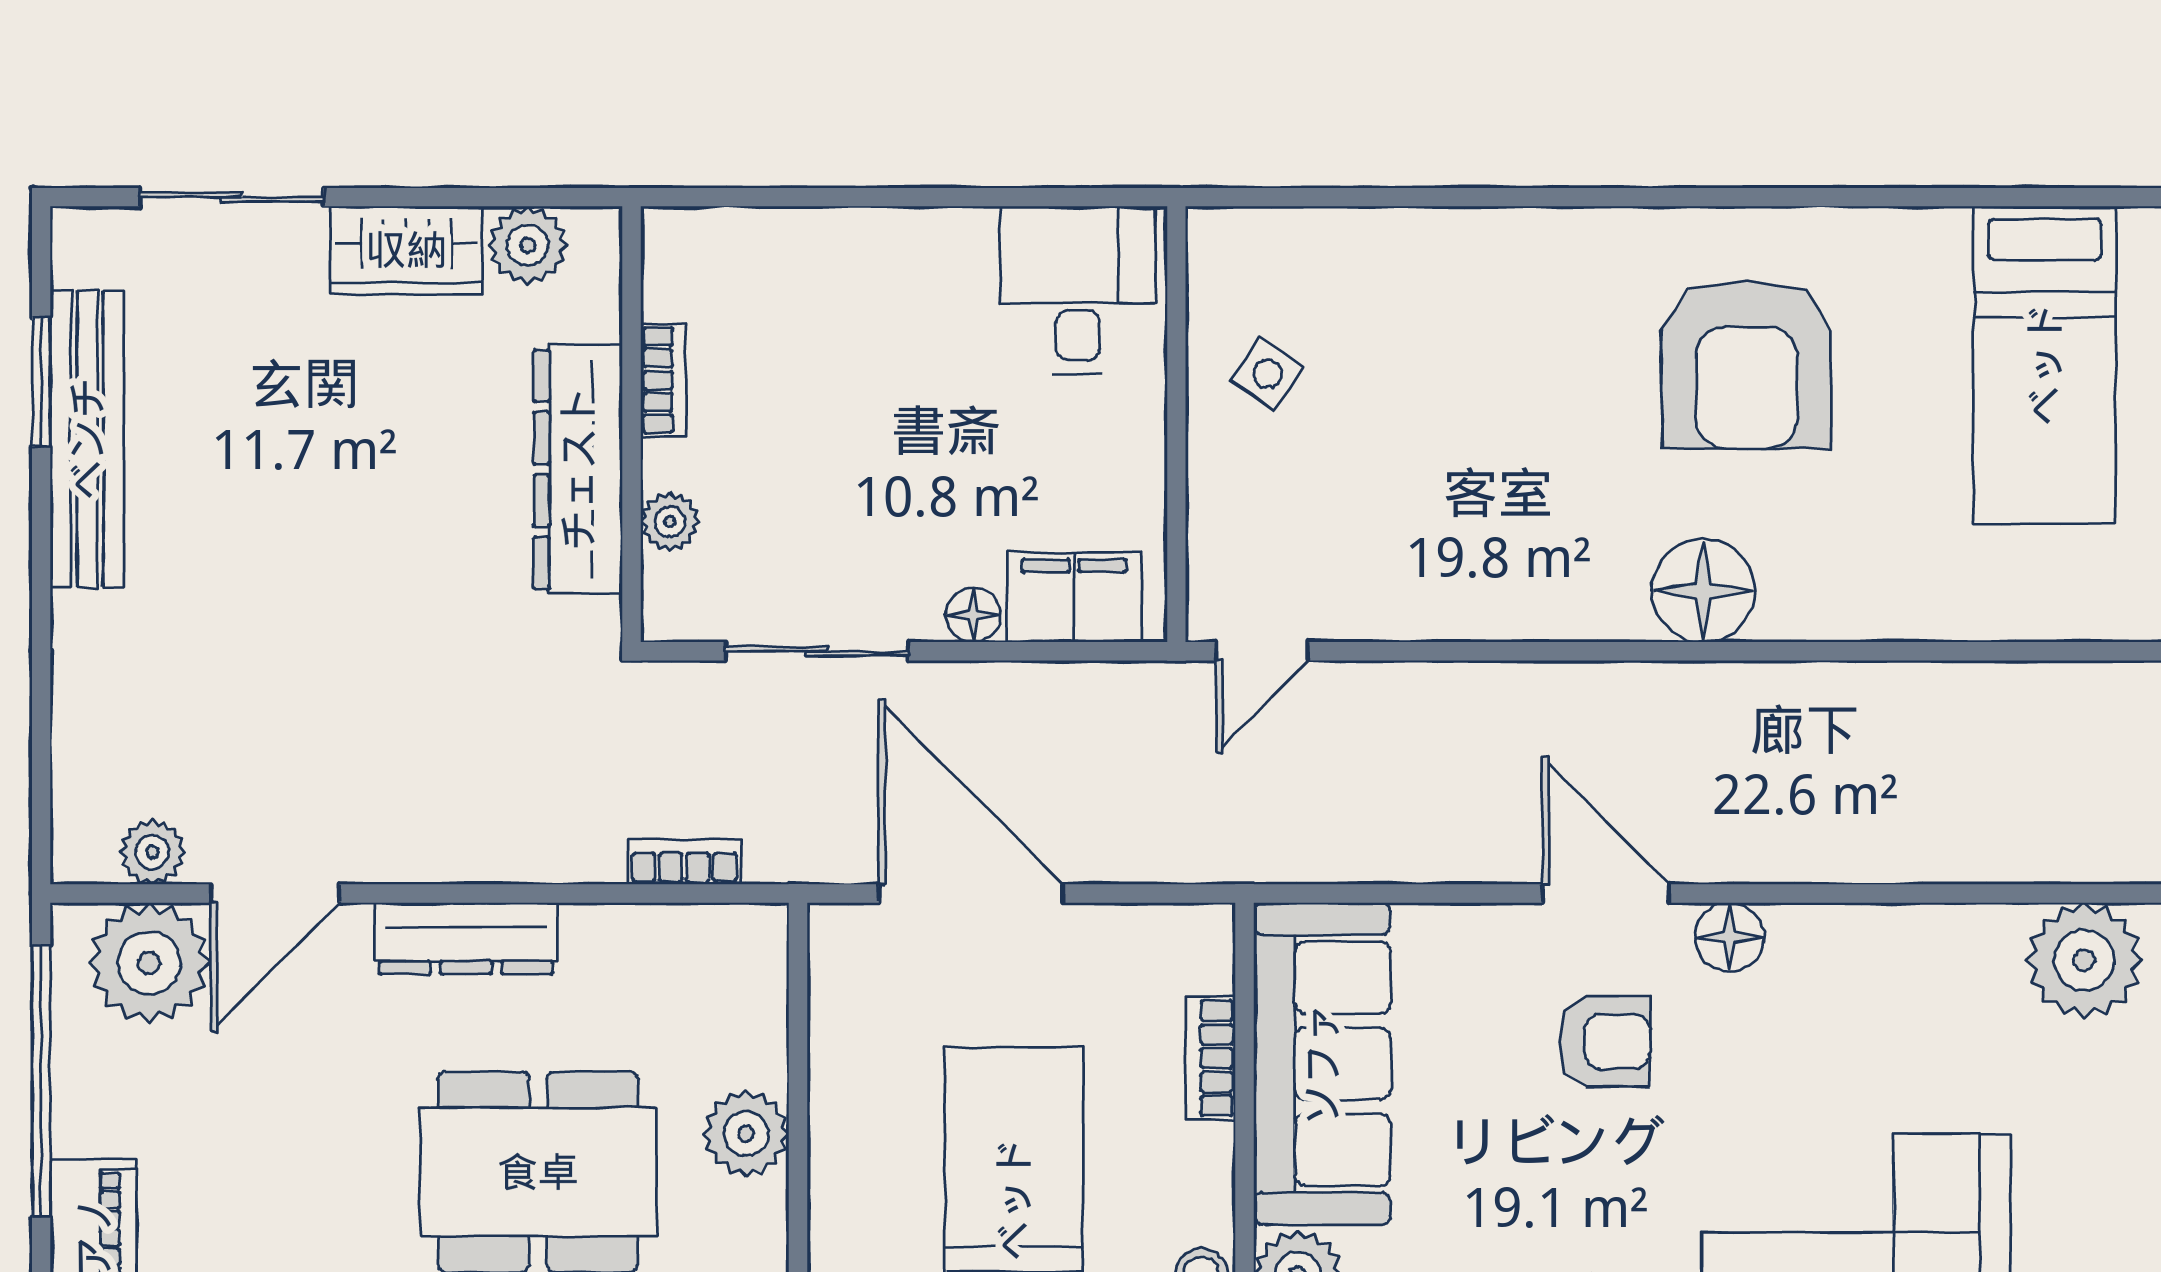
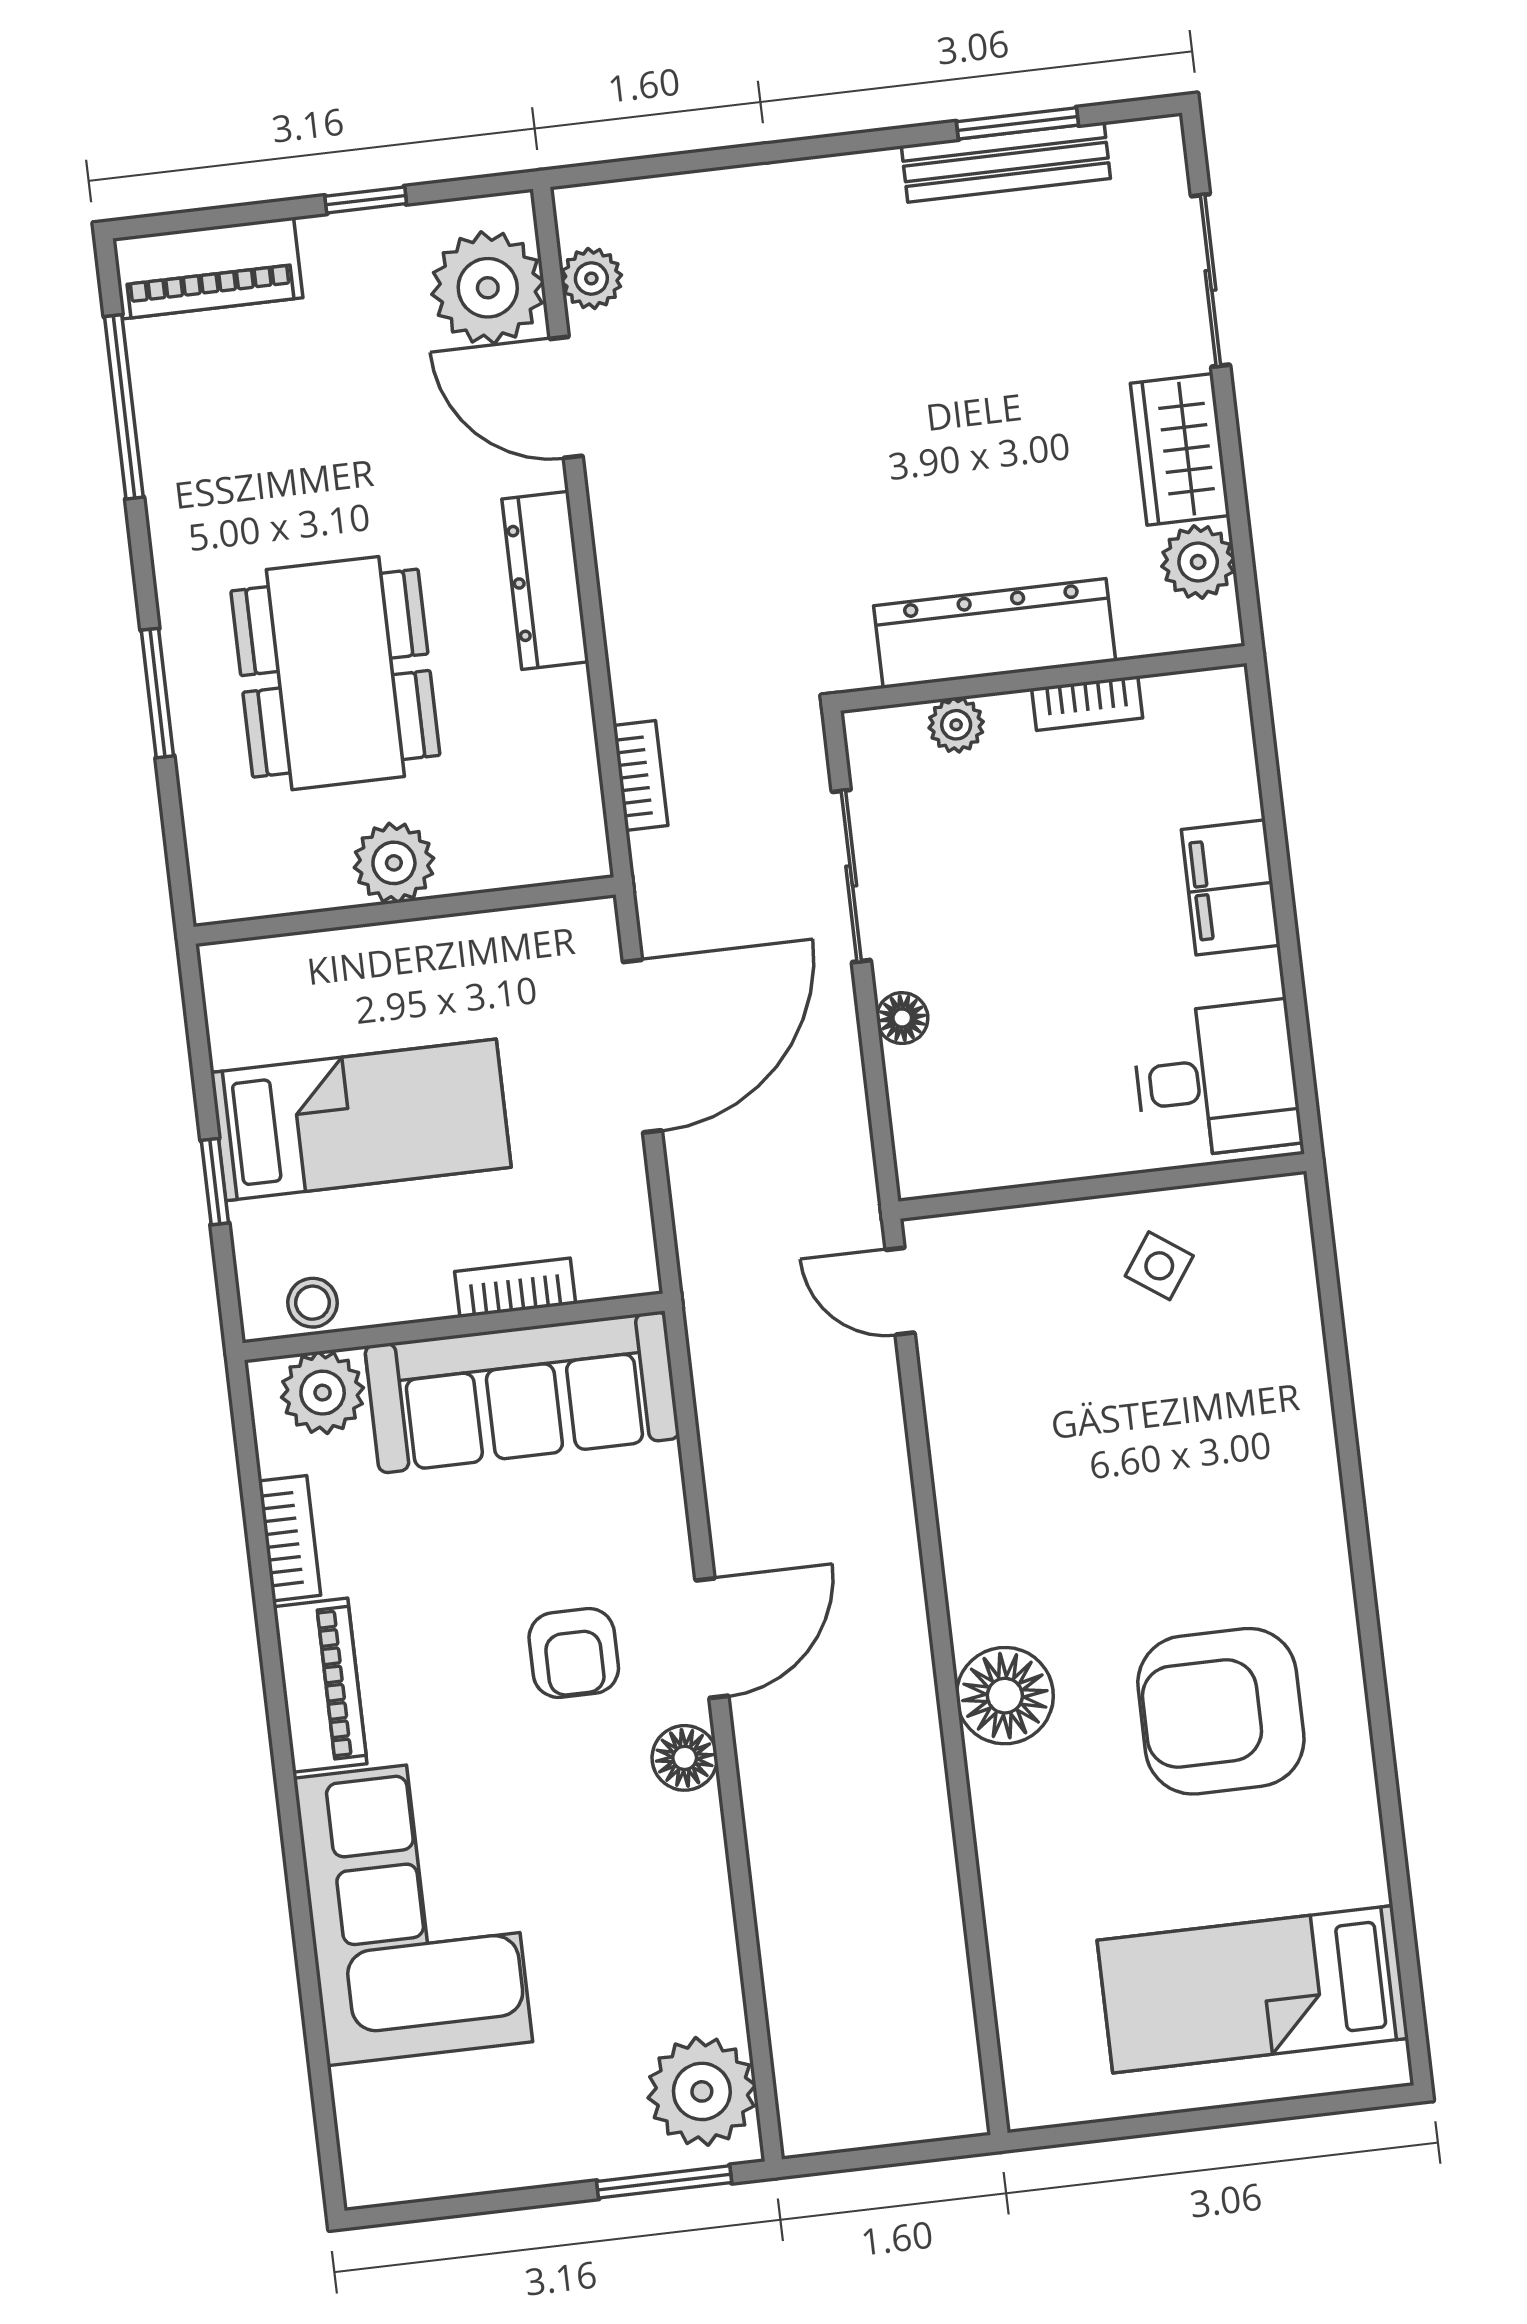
bench: (87, 439) -> (1006, 162), width x0.73, depth x0.82
filing cabinet: (1074, 597) -> (1231, 887), moved, turned 180
window: (41, 1081) -> (366, 200), width x0.32

